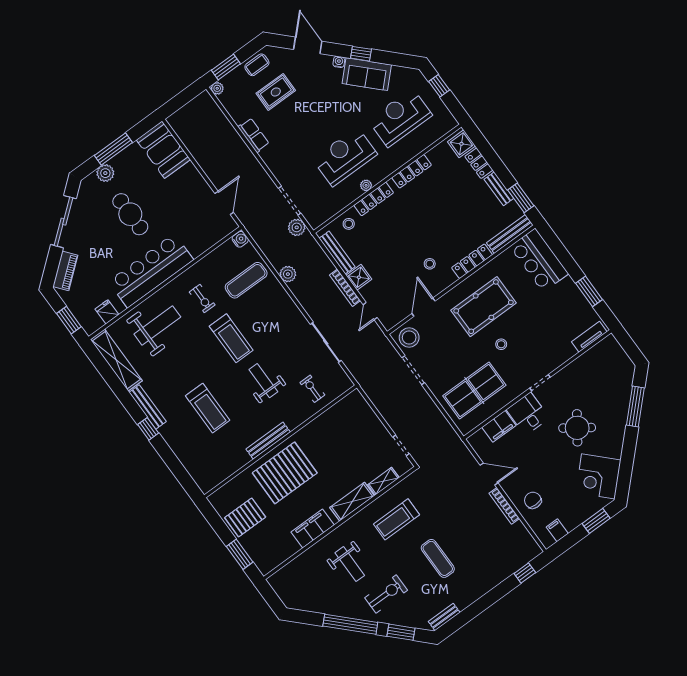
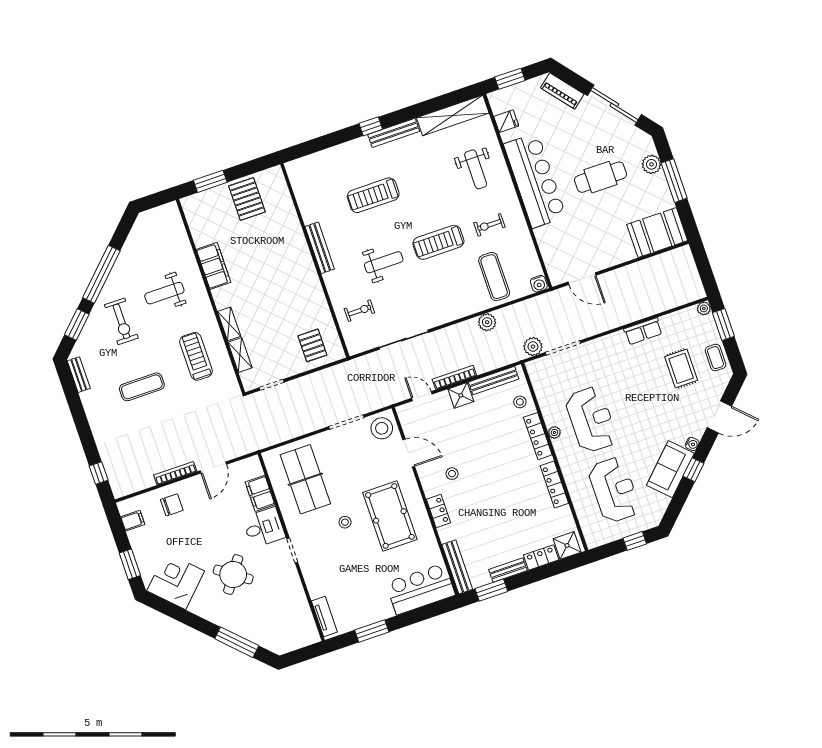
locker: (472, 261) -> (438, 511), width x0.66
weight bench: (157, 326) -> (476, 169), width x0.73, depth x0.75
pallet: (285, 473) -> (312, 345), moved, width x0.49, depth x0.50
shelving: (352, 502) -> (229, 324), width x0.67, depth x0.75

